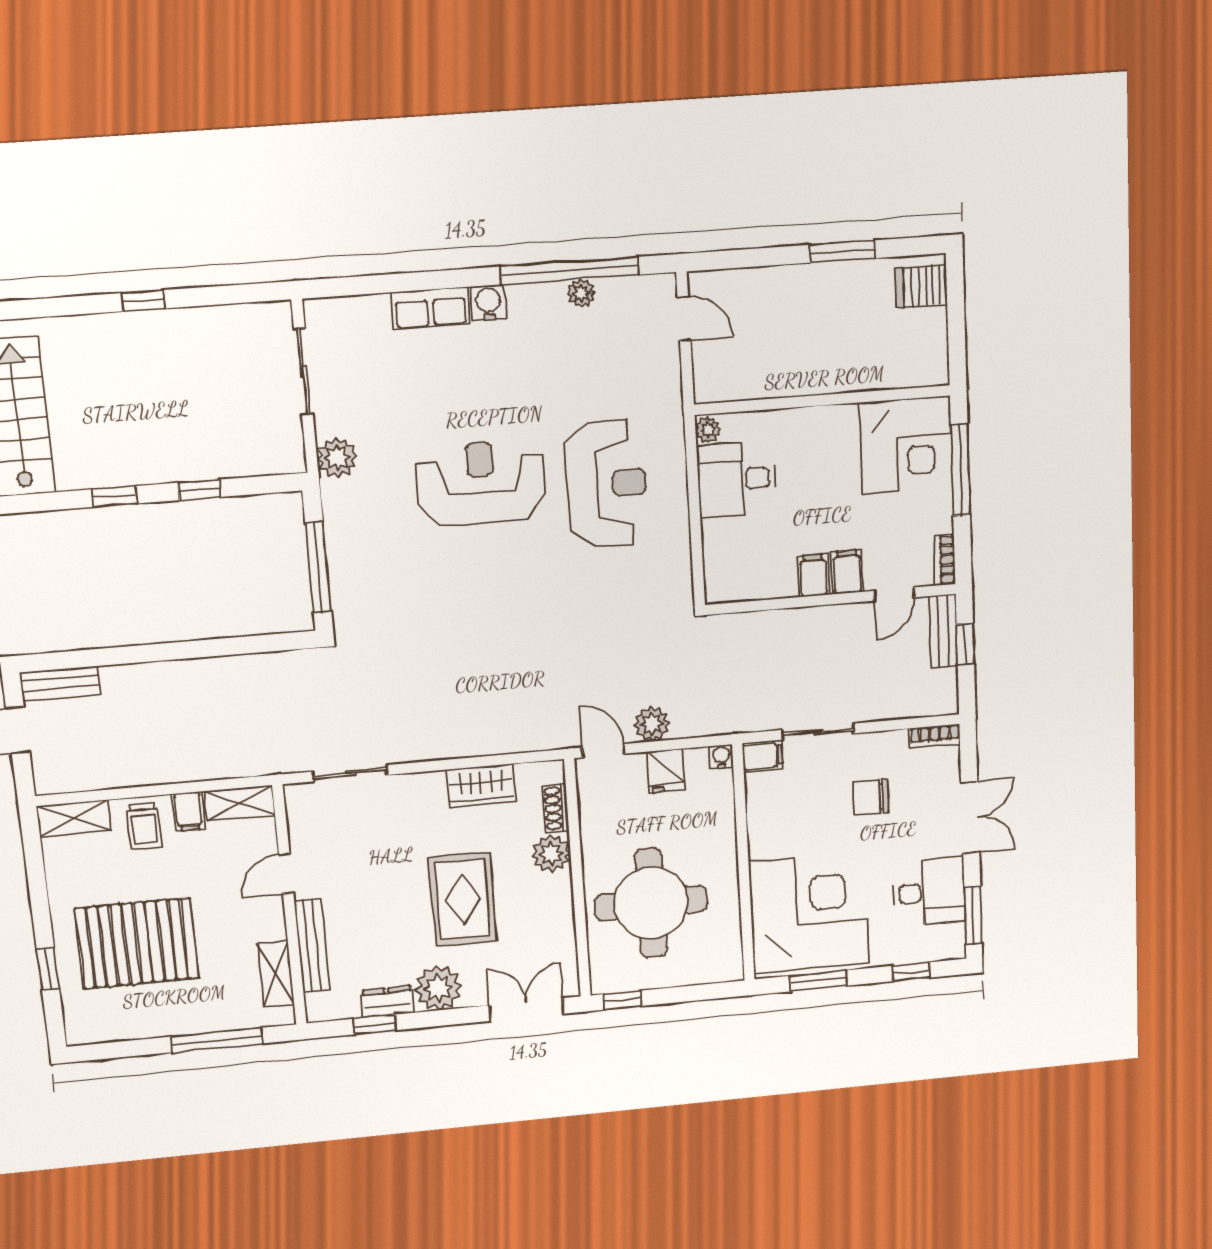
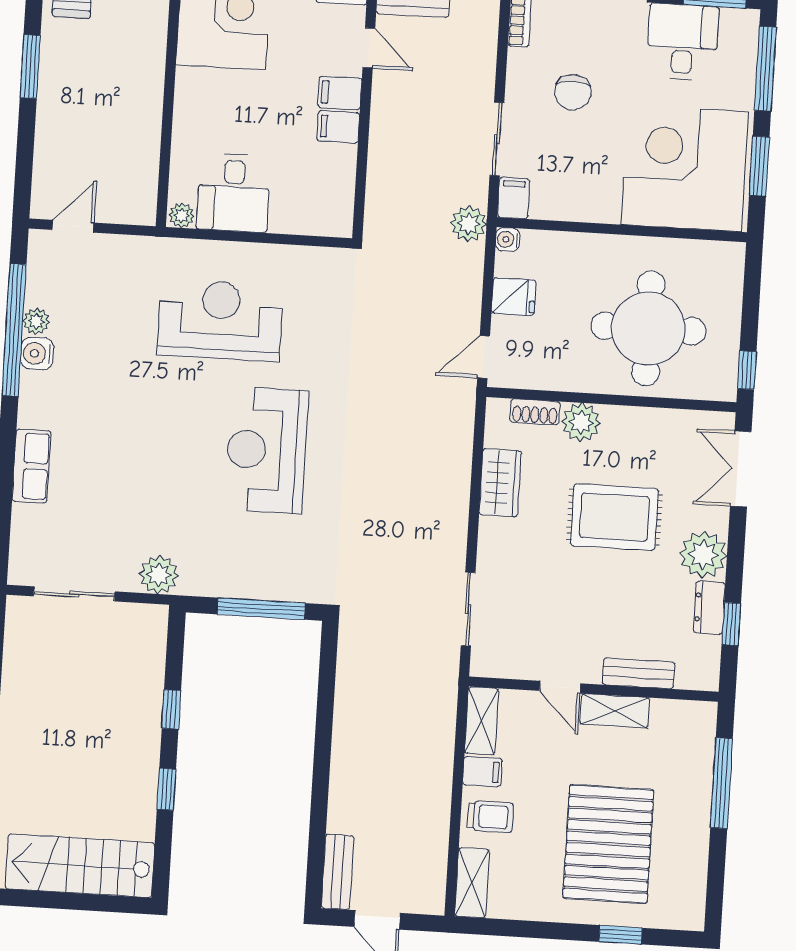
water cooler: (488, 303) -> (37, 354), moved
reception desk: (481, 483) -> (267, 450), moved
plant: (652, 724) -> (469, 224), moved
bench: (312, 946) -> (638, 673), width x0.73
window: (911, 972) -> (765, 69), width x2.17
shelving: (276, 974) -> (615, 711), moved

